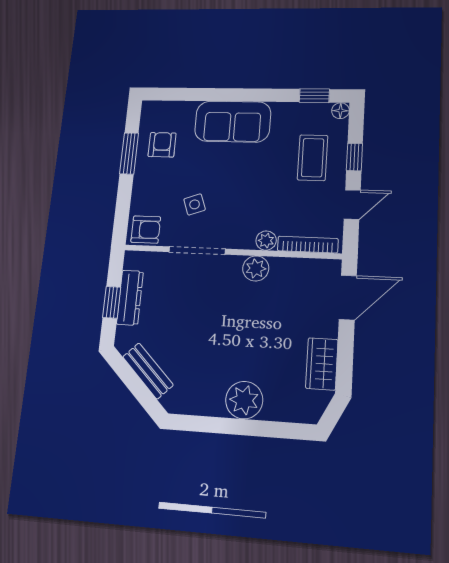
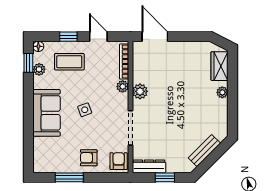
plant: (303, 111) -> (39, 69), added
armchair: (162, 145) -> (89, 158), moved
side table: (195, 204) -> (85, 110), moved
dresser: (130, 298) -> (149, 166), moved
wardrobe: (322, 364) -> (220, 66), moved, turned 90
plant: (244, 400) -> (222, 92), width x0.53, depth x0.53

